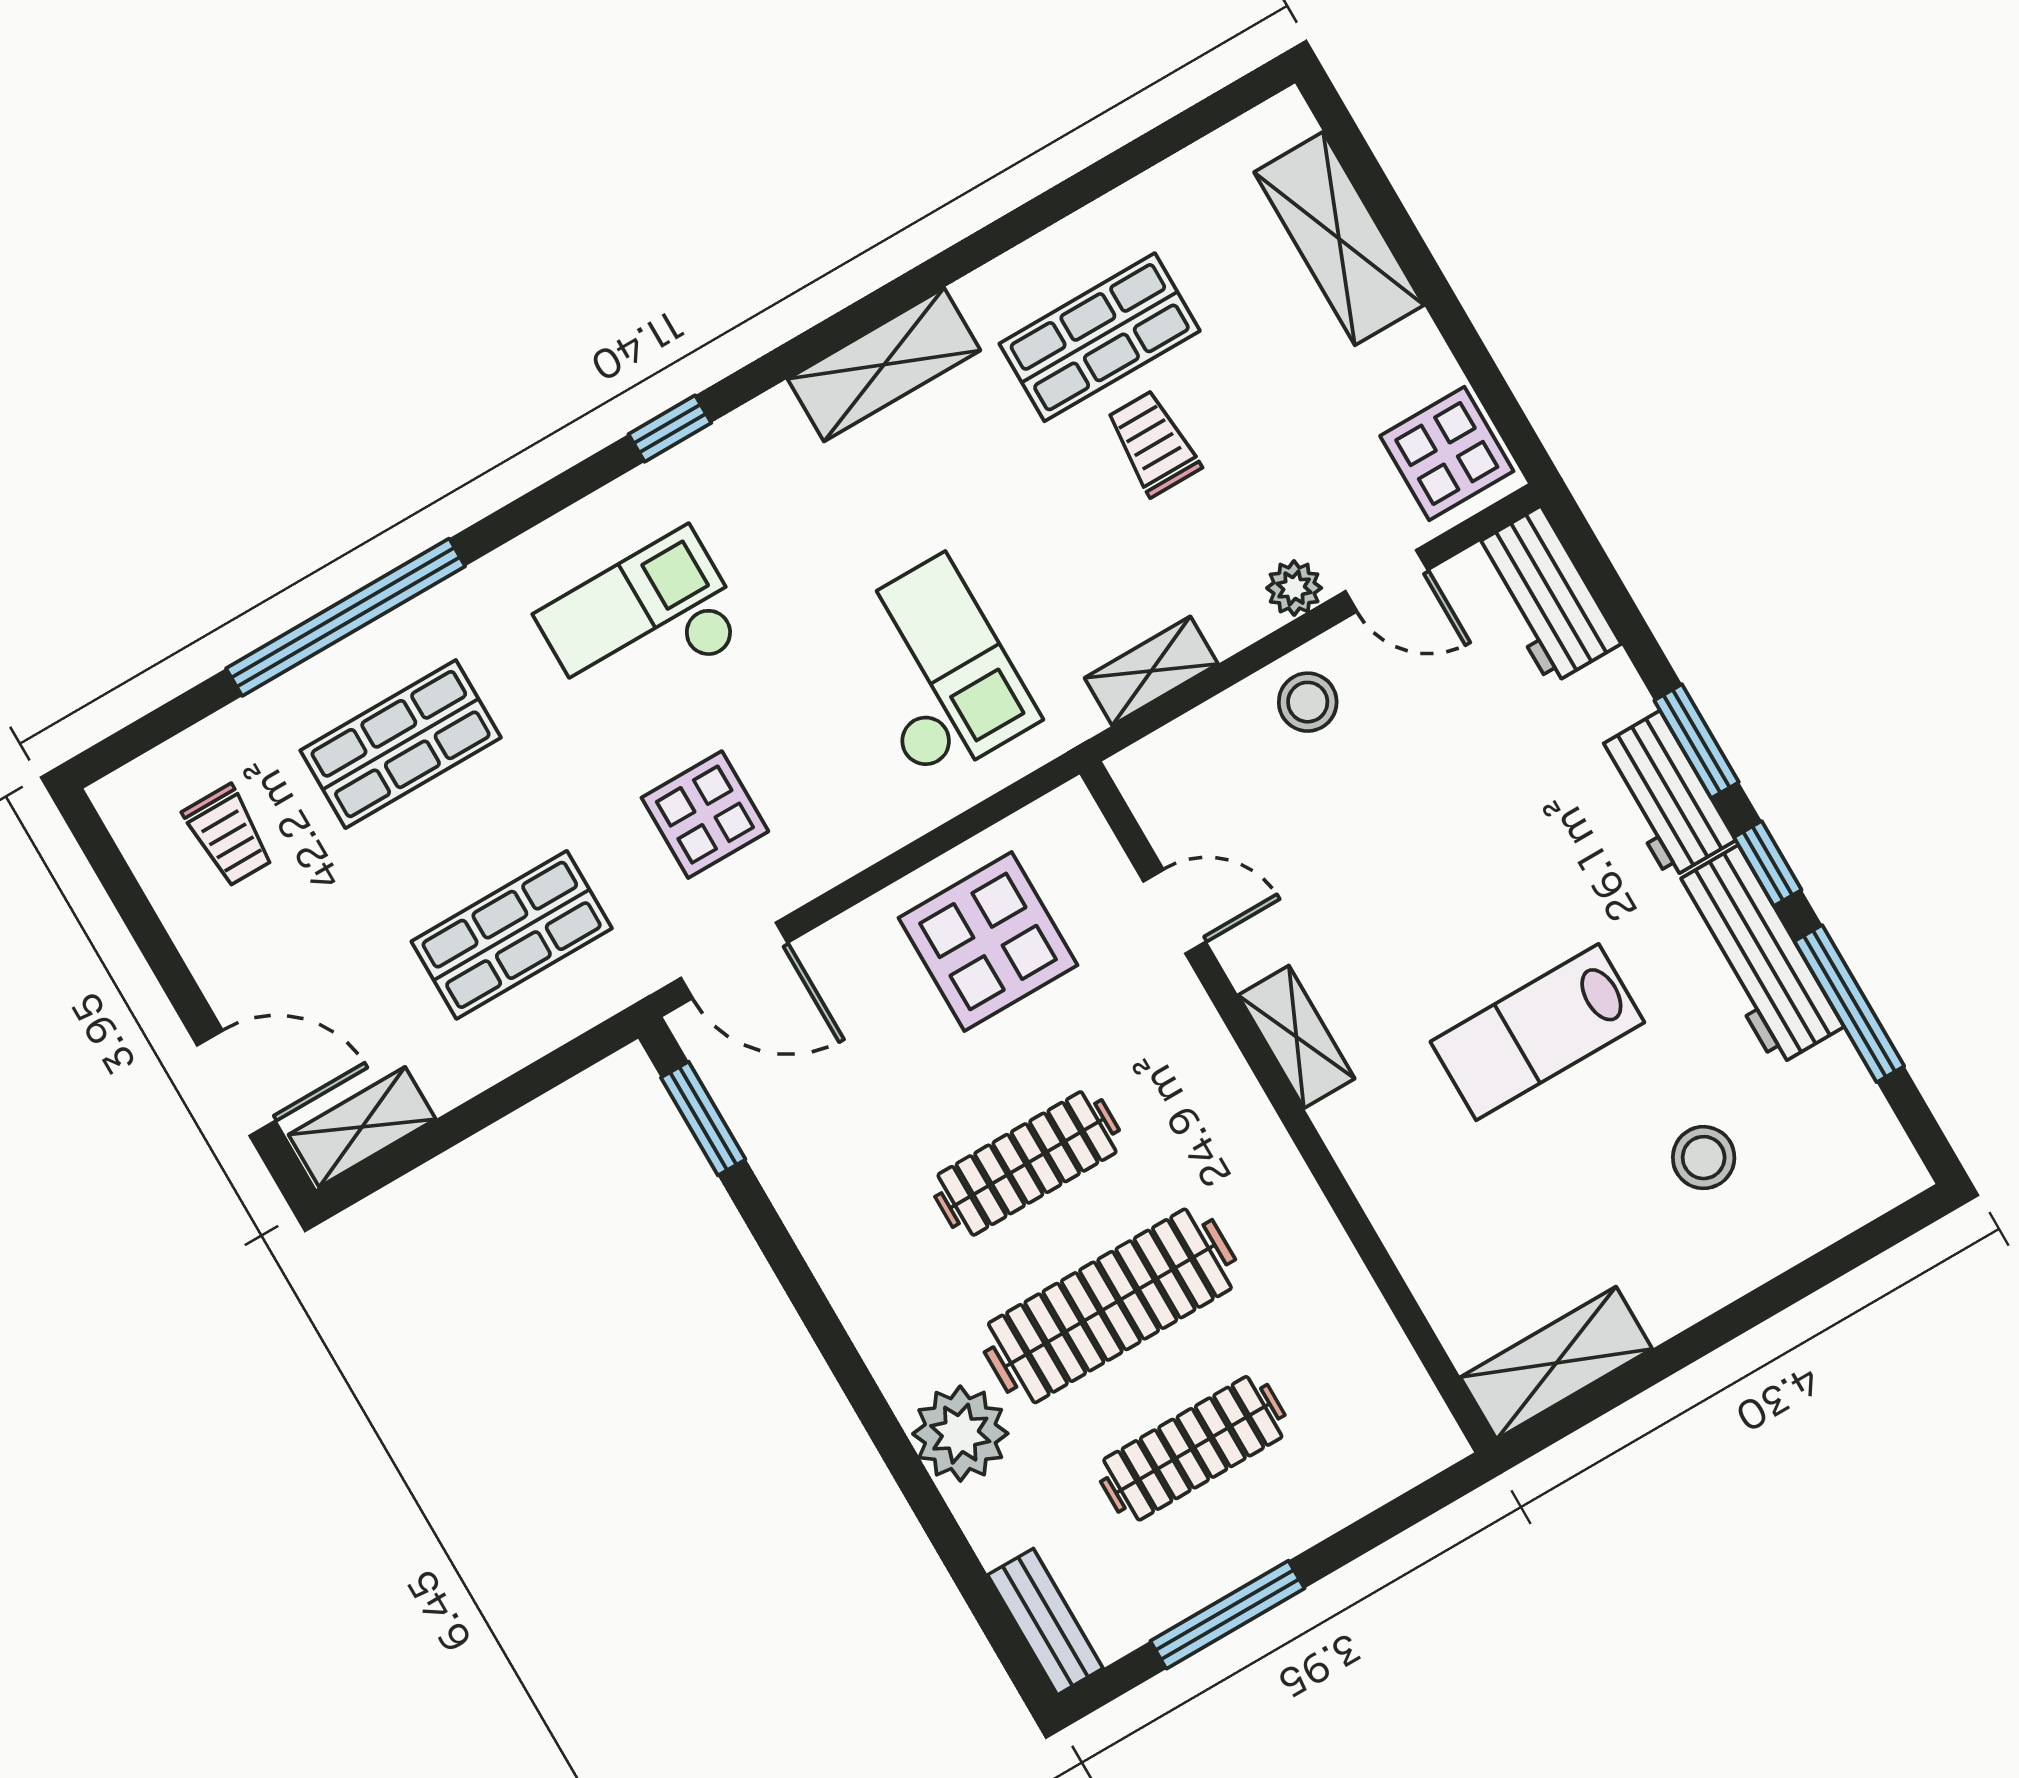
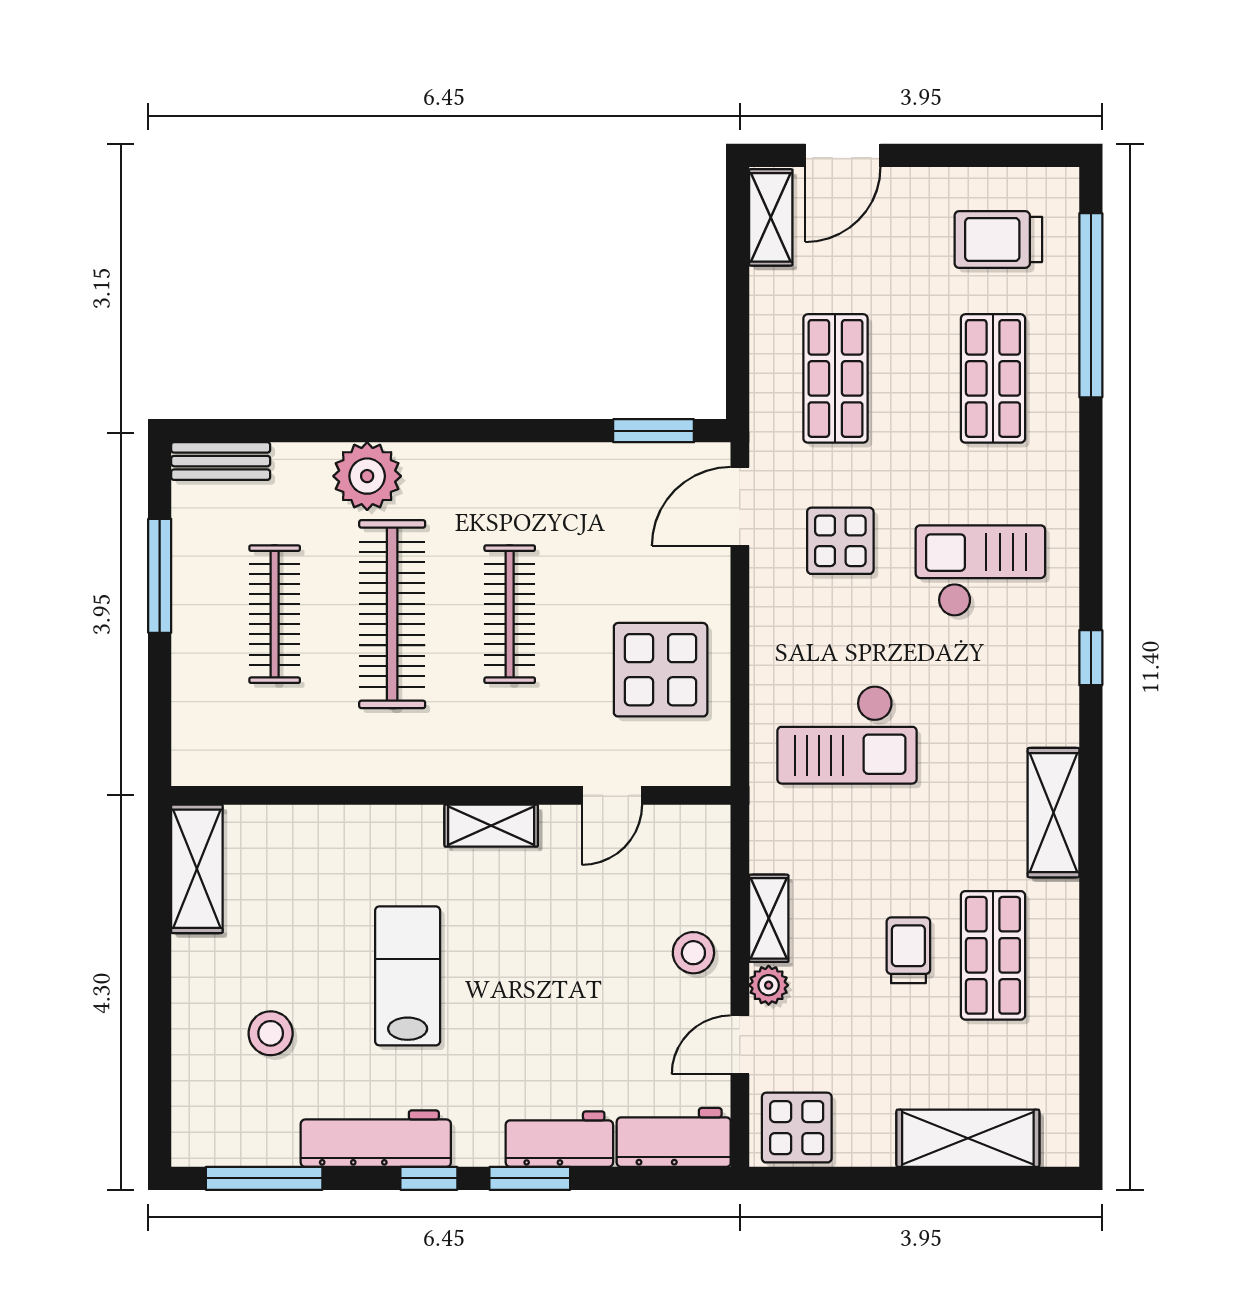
trolley: (1153, 443) -> (908, 950), turned -90
window: (346, 617) -> (1091, 305), moved
checkout: (642, 624) -> (980, 571), turned -90
shelving: (1151, 671) -> (769, 918), moved
workbench: (1664, 795) -> (559, 1139), moved
trolley: (228, 836) -> (998, 239), width x1.36, depth x1.39
window: (1849, 1004) -> (264, 1178), moved

